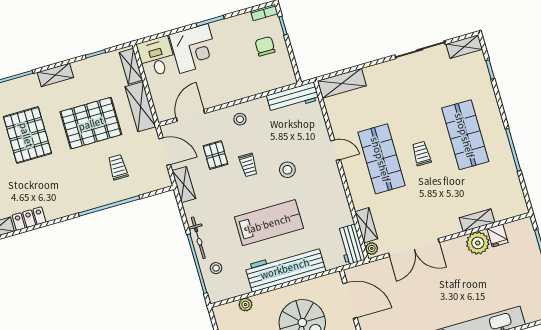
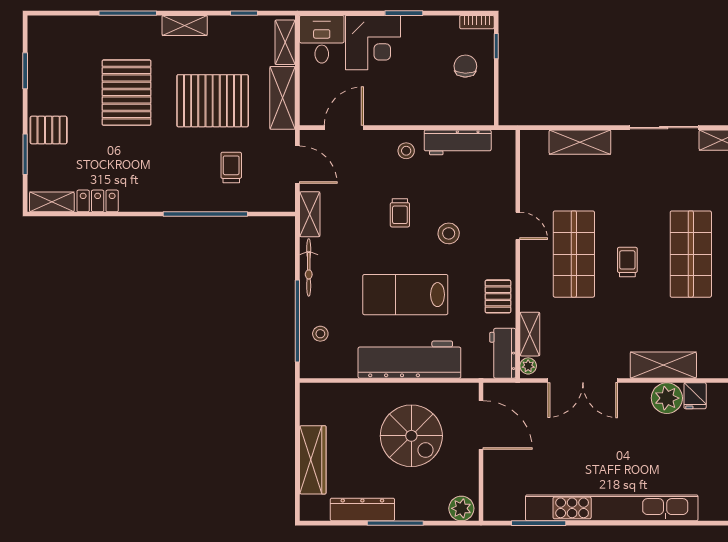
shelving: (342, 83) -> (580, 142), moved
workbench: (293, 98) -> (458, 142), moved
pallet: (216, 155) -> (498, 296), moved
shelving: (477, 220) -> (663, 365), width x1.50, depth x1.33
lab bench: (269, 223) -> (405, 295), turned 180
bicycle: (198, 238) -> (309, 267), moved
plant: (245, 305) -> (345, 392), removed

